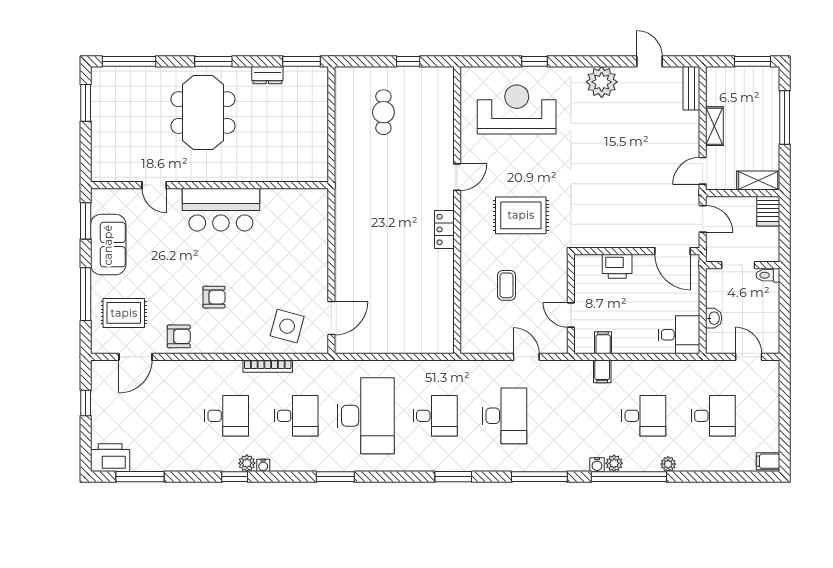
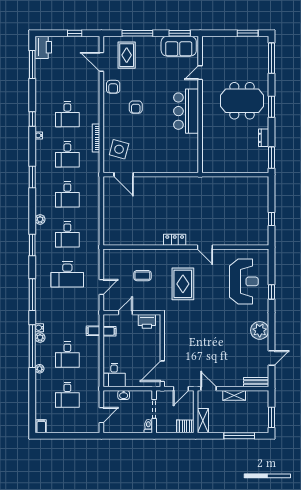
cafe table: (383, 112) -> (242, 205), removed
sofa: (108, 245) -> (179, 46), moved
printer: (617, 266) -> (147, 321), moved, turned -90
desk: (366, 416) -> (67, 194), width x0.53, depth x0.77
plant: (247, 463) -> (40, 219), moved

